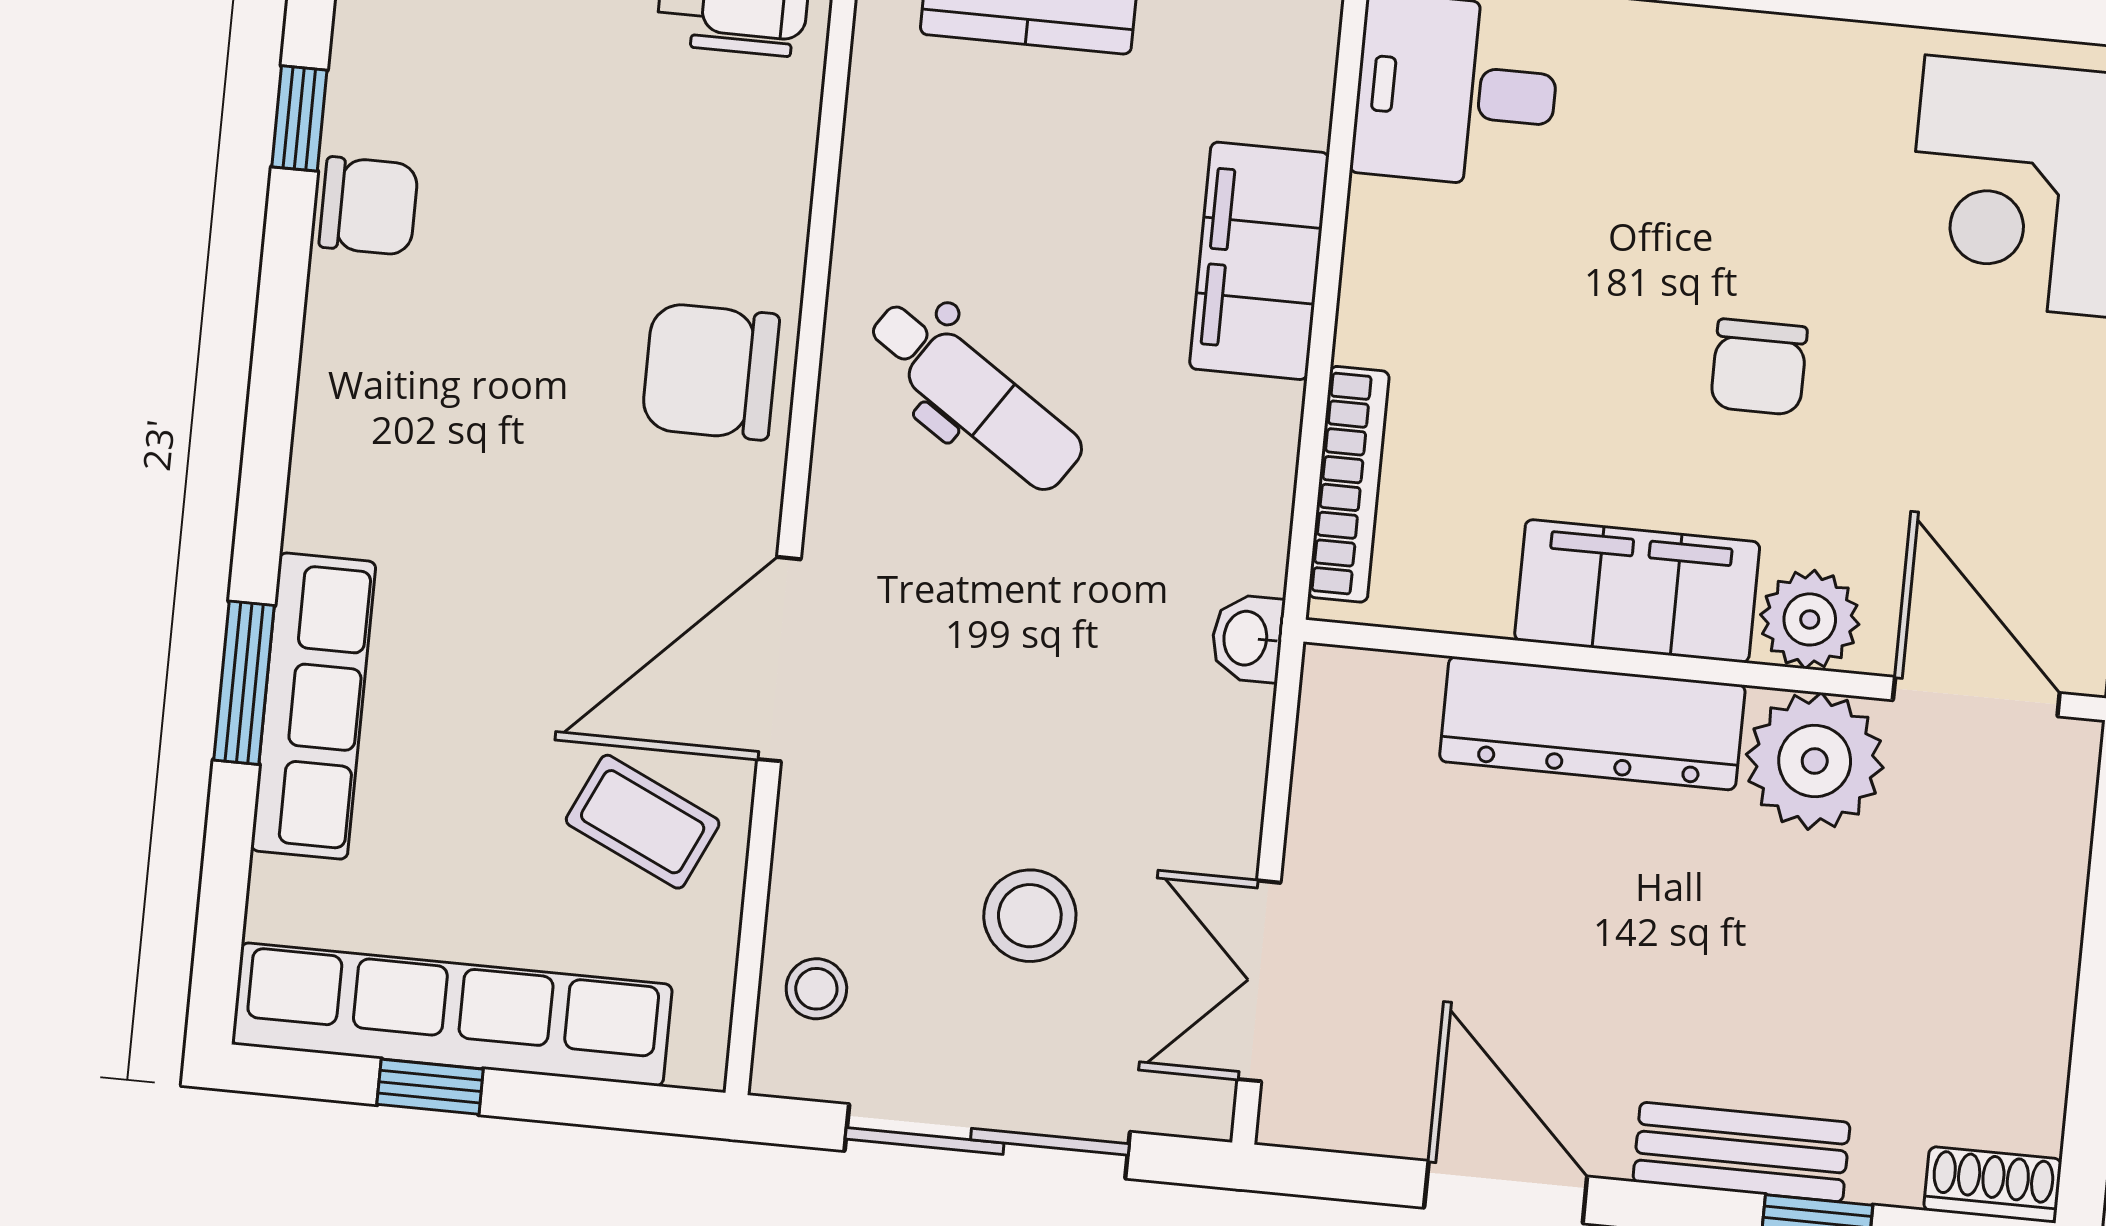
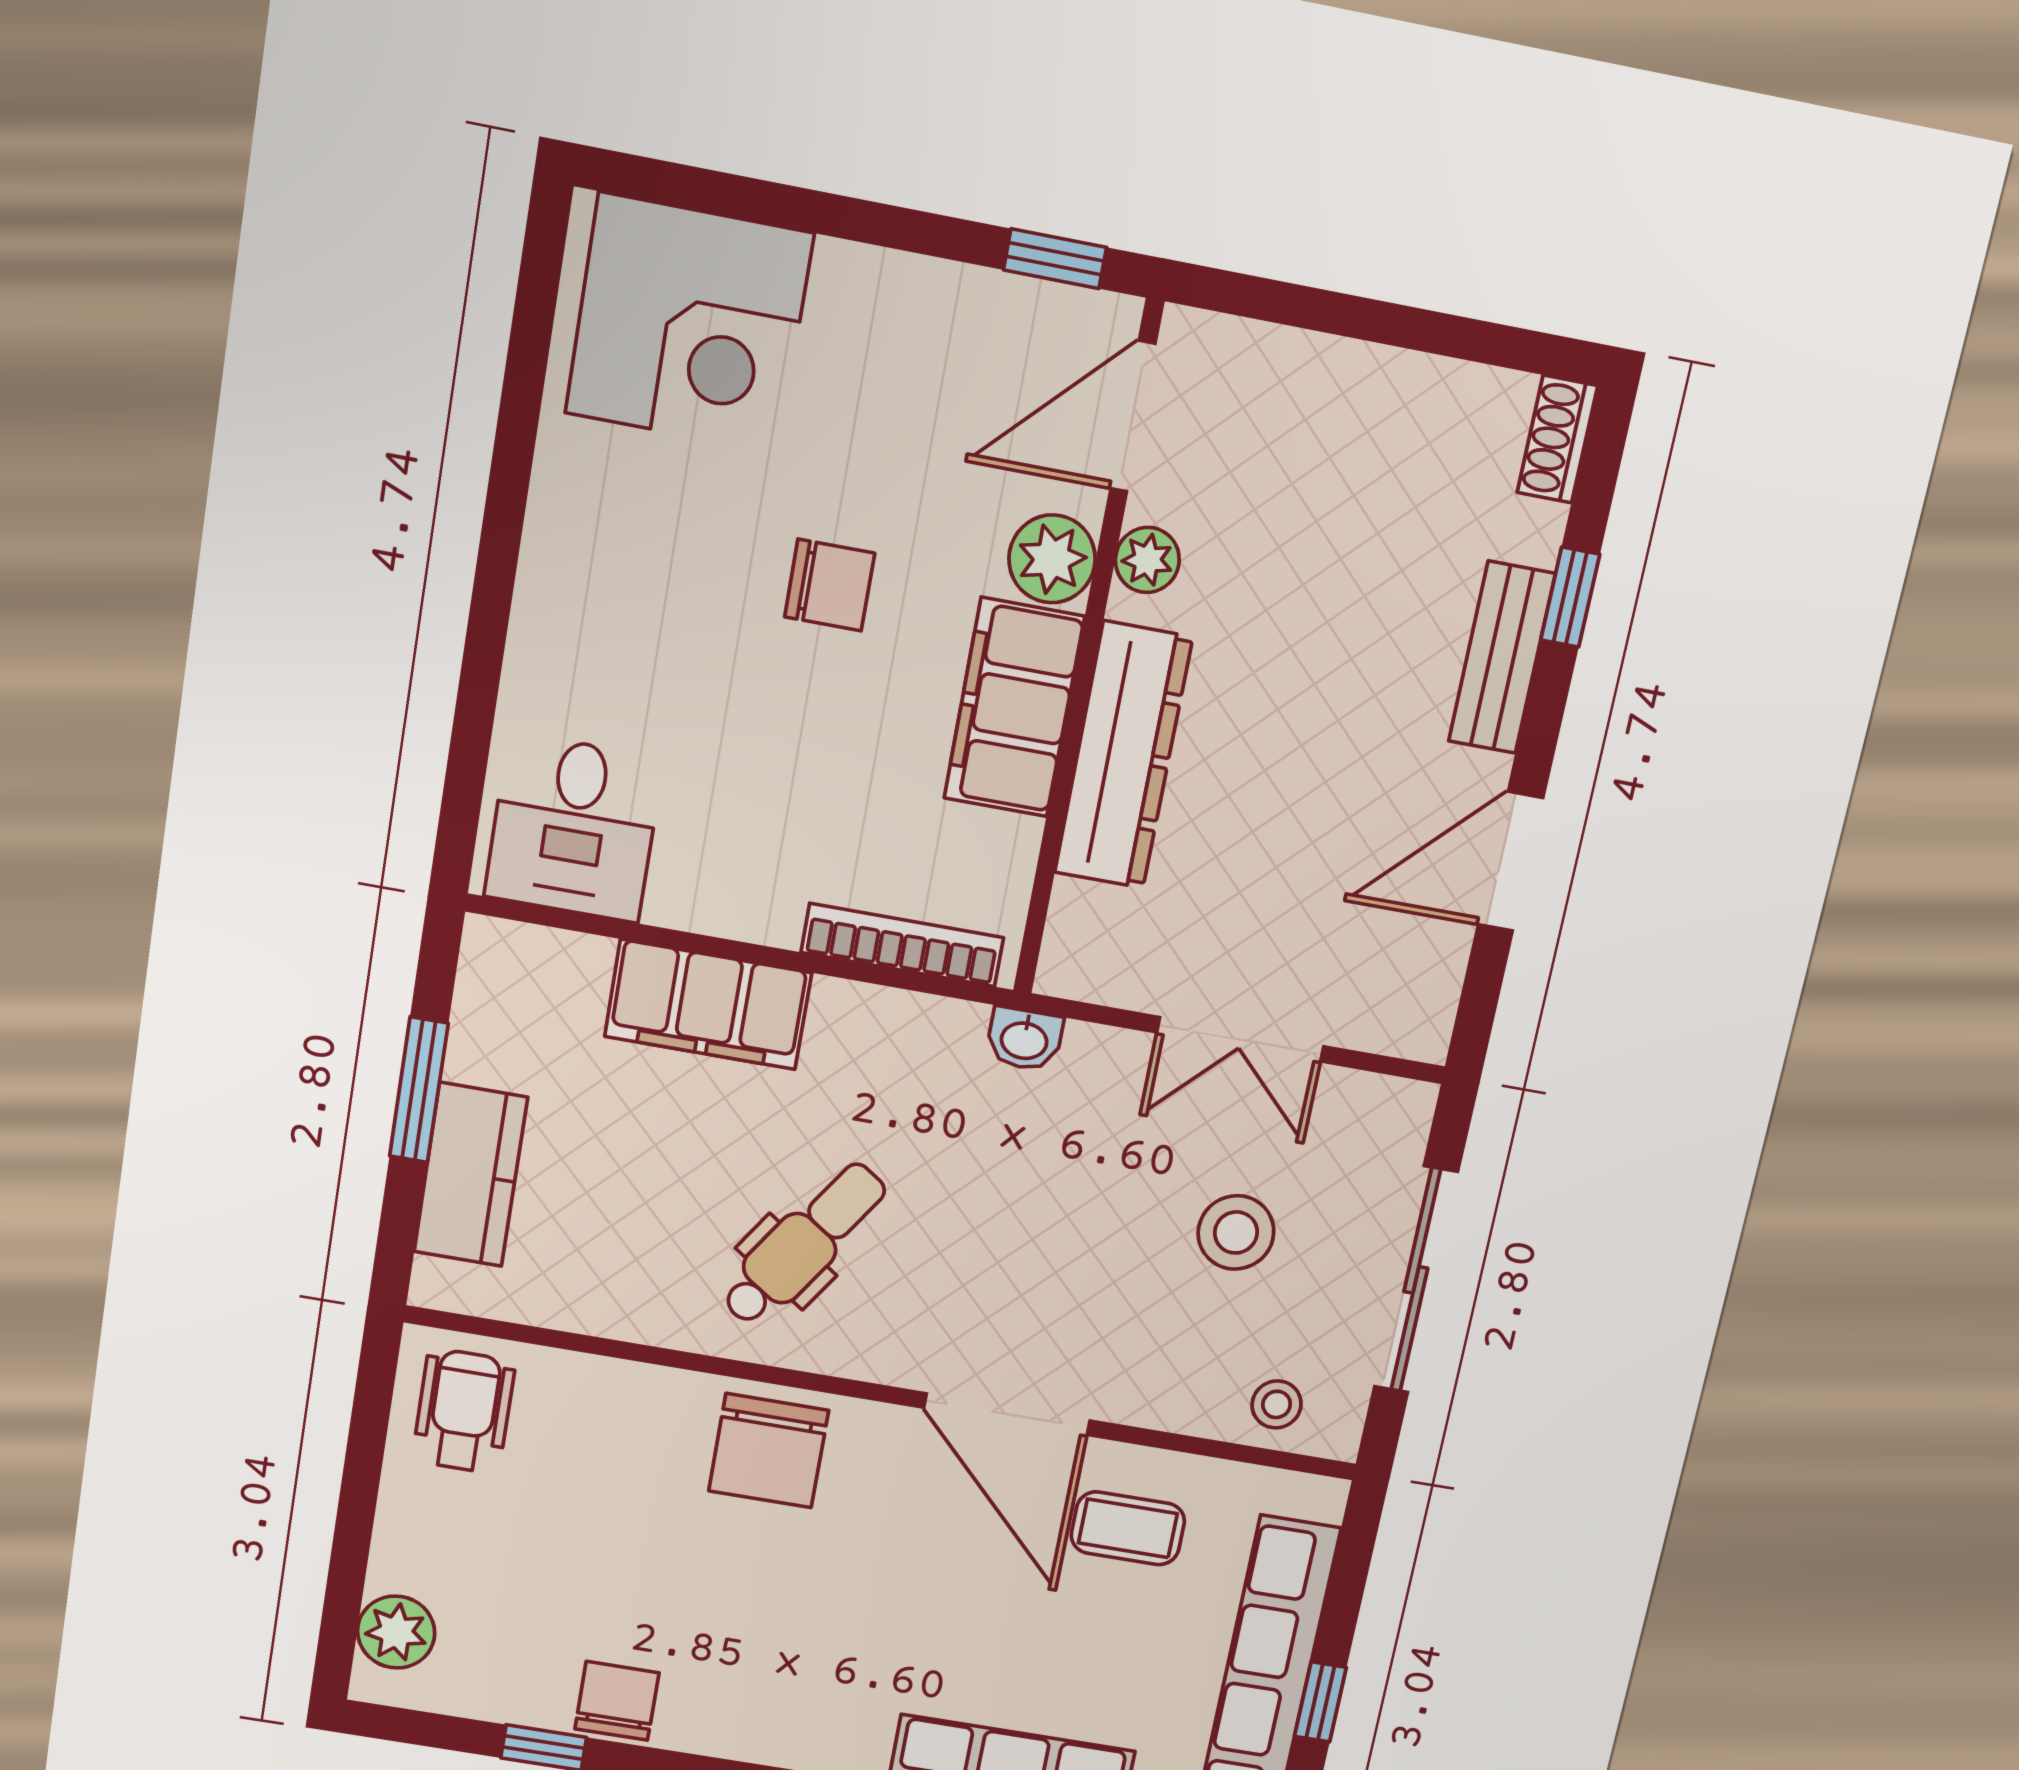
plant: (1815, 761) -> (1147, 560), width x0.53, depth x0.53
coffee table: (643, 822) -> (1128, 1528), turned 65
double door: (1259, 981) -> (1240, 1039), moved

